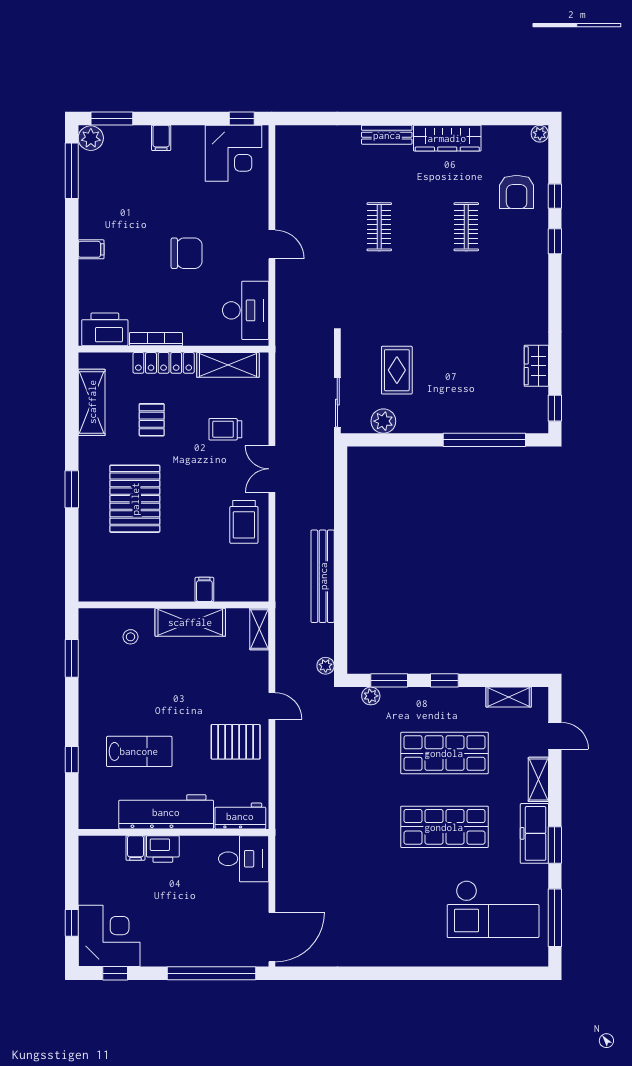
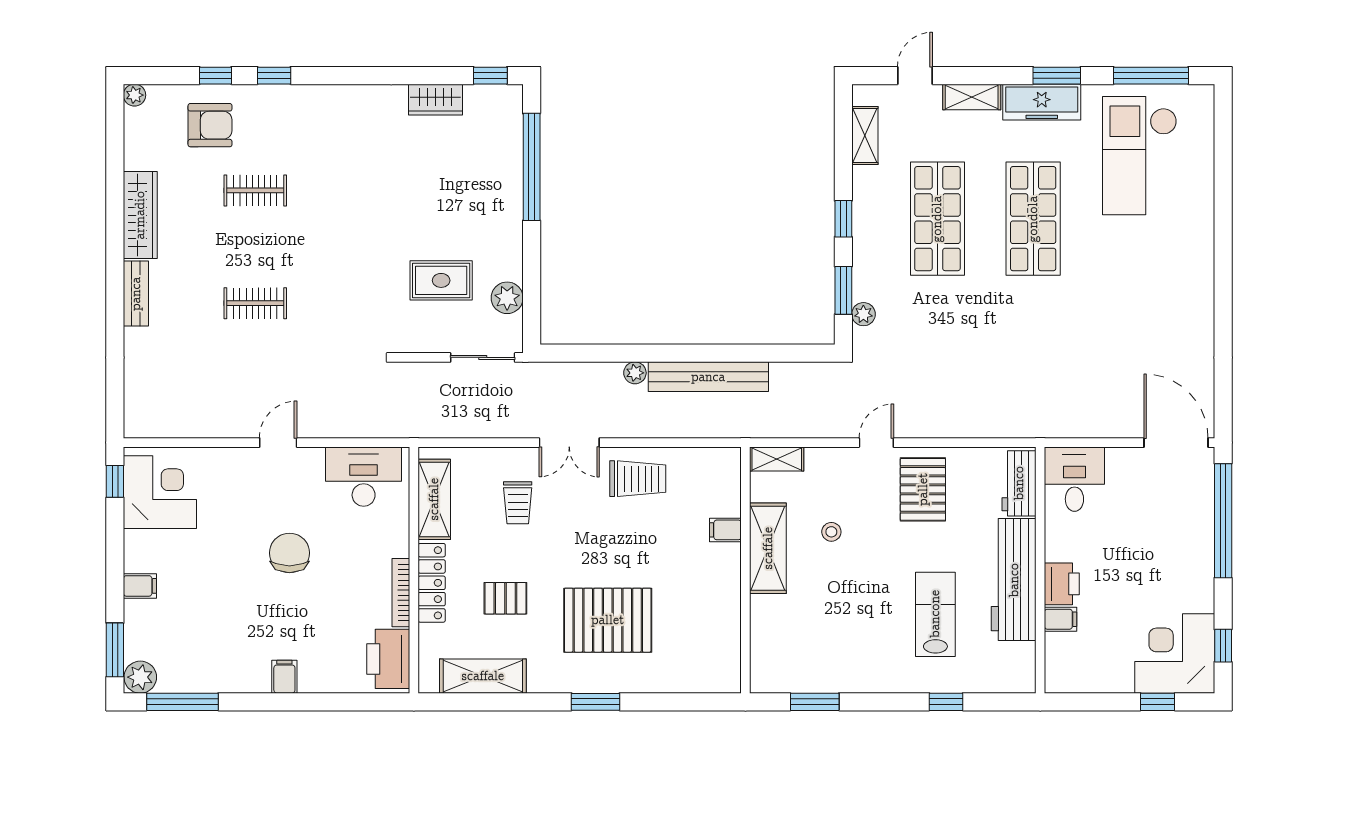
stool: (131, 637) -> (831, 532), moved
plant: (326, 666) -> (635, 373), moved
checkout: (493, 909) -> (1140, 156), turned 180

